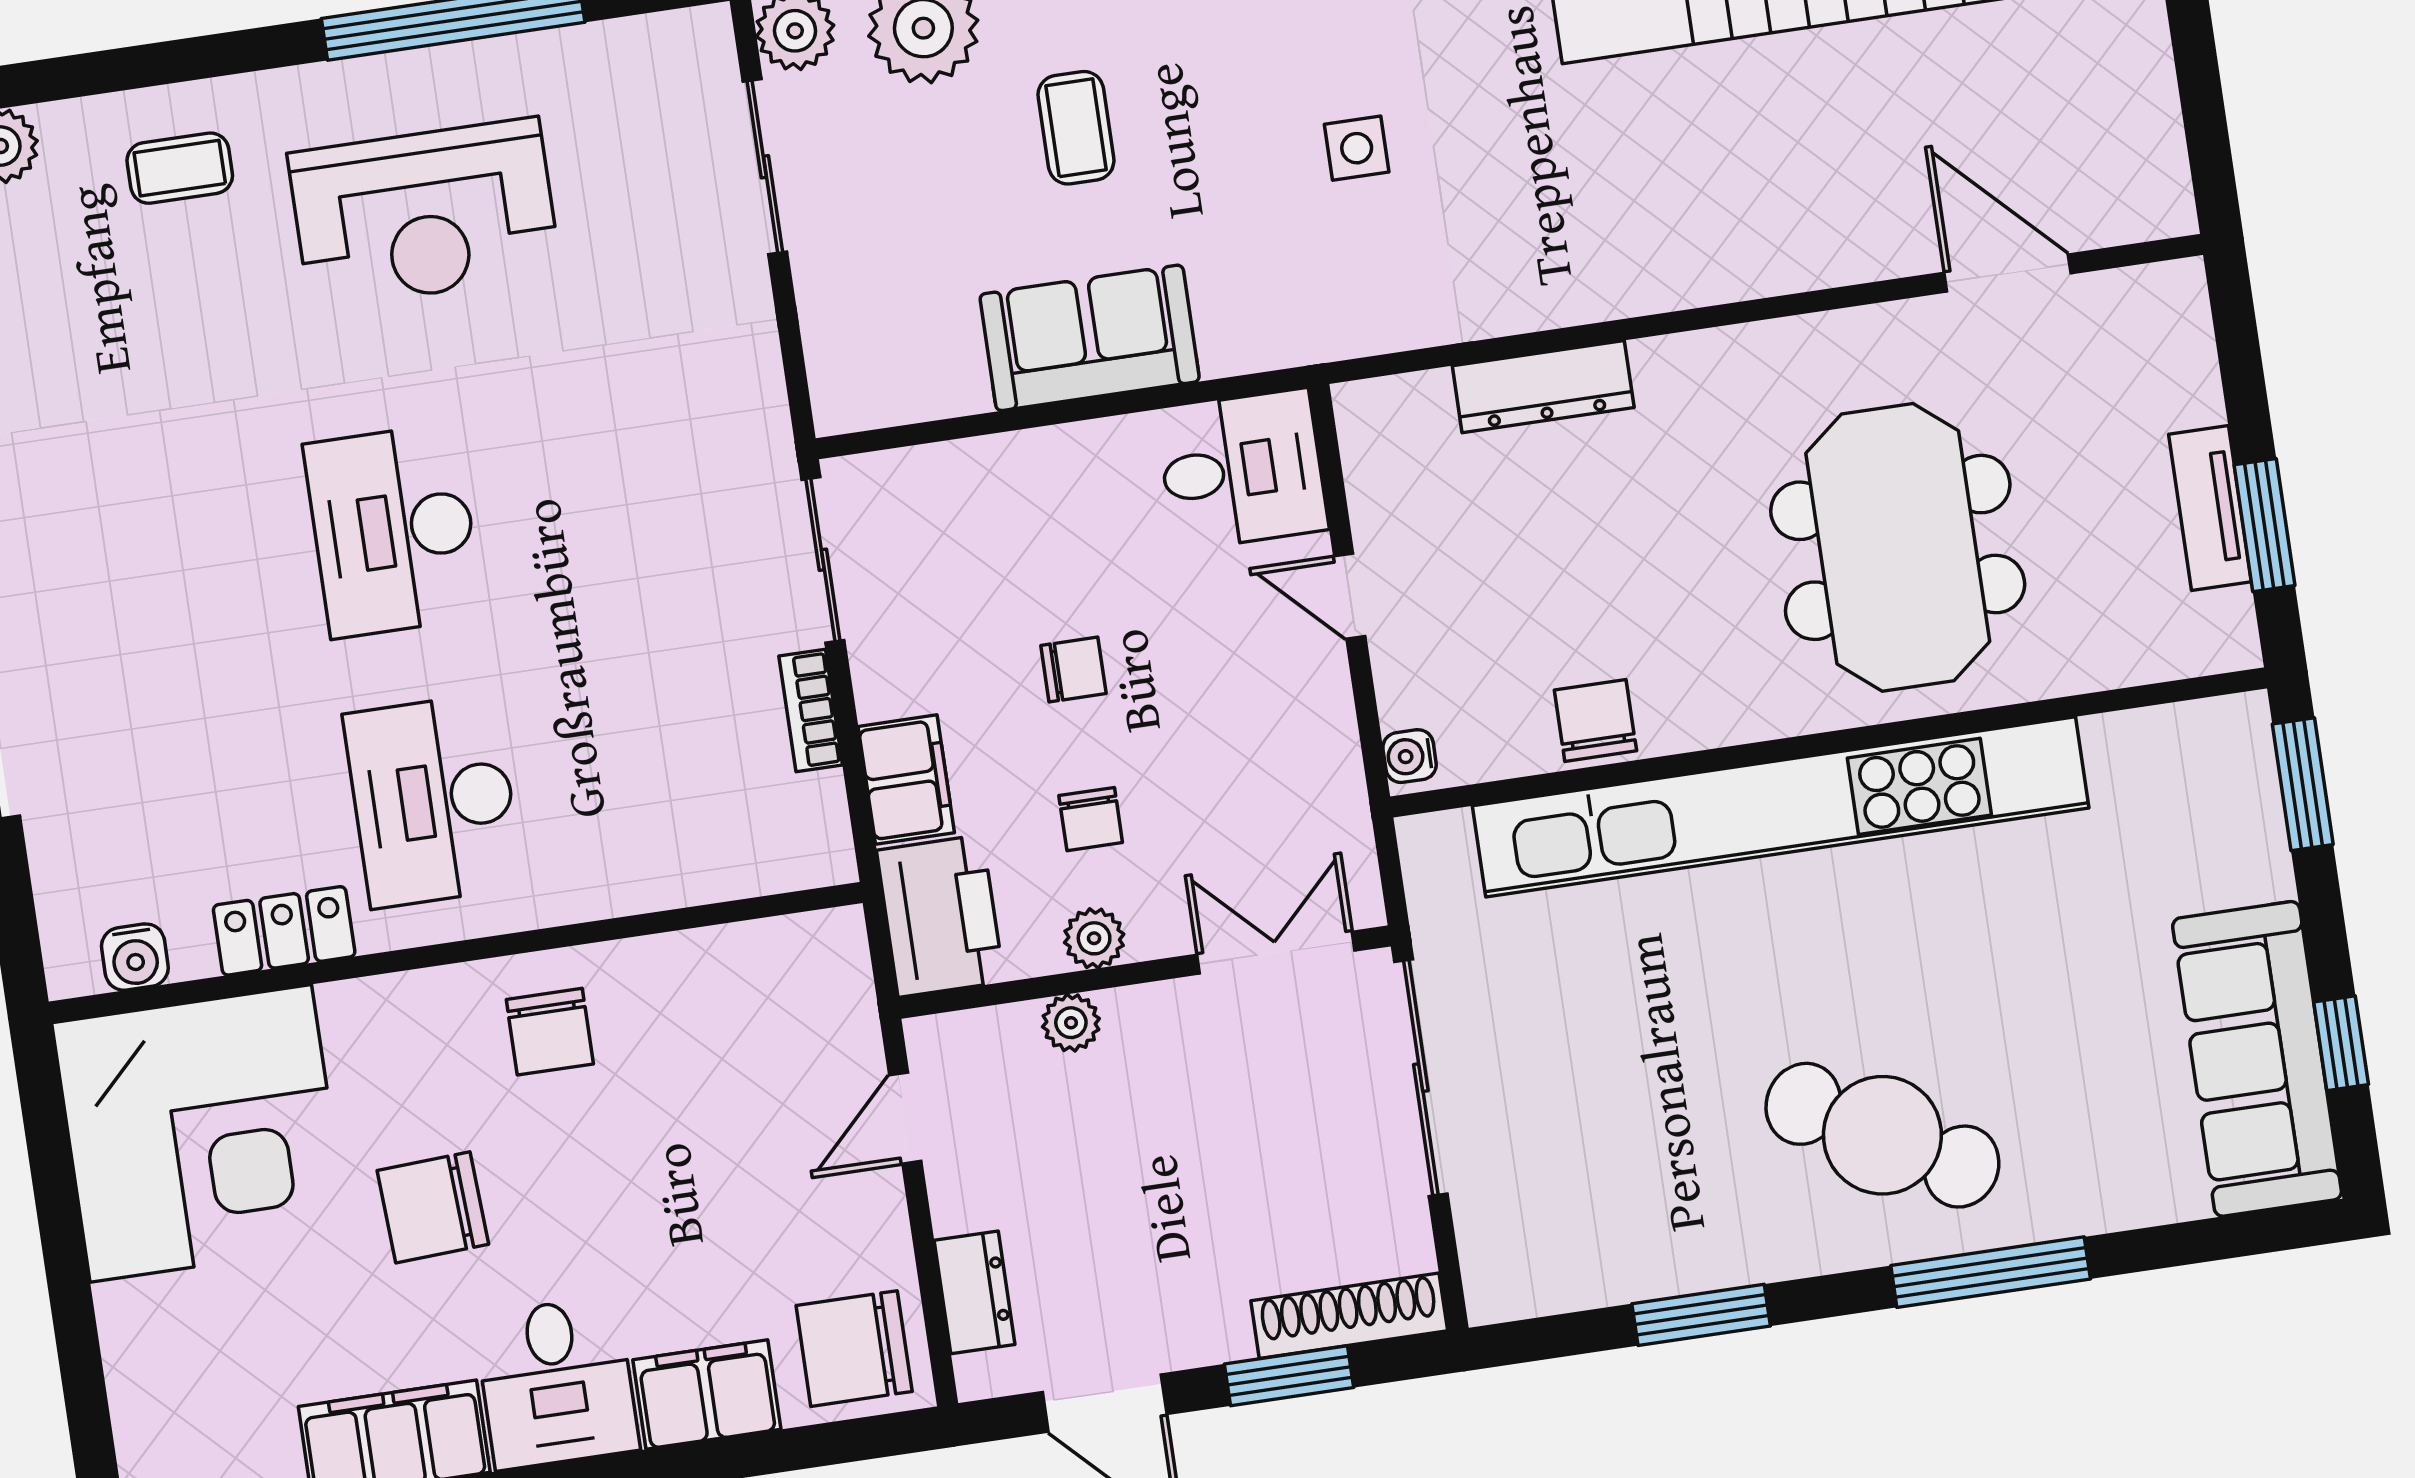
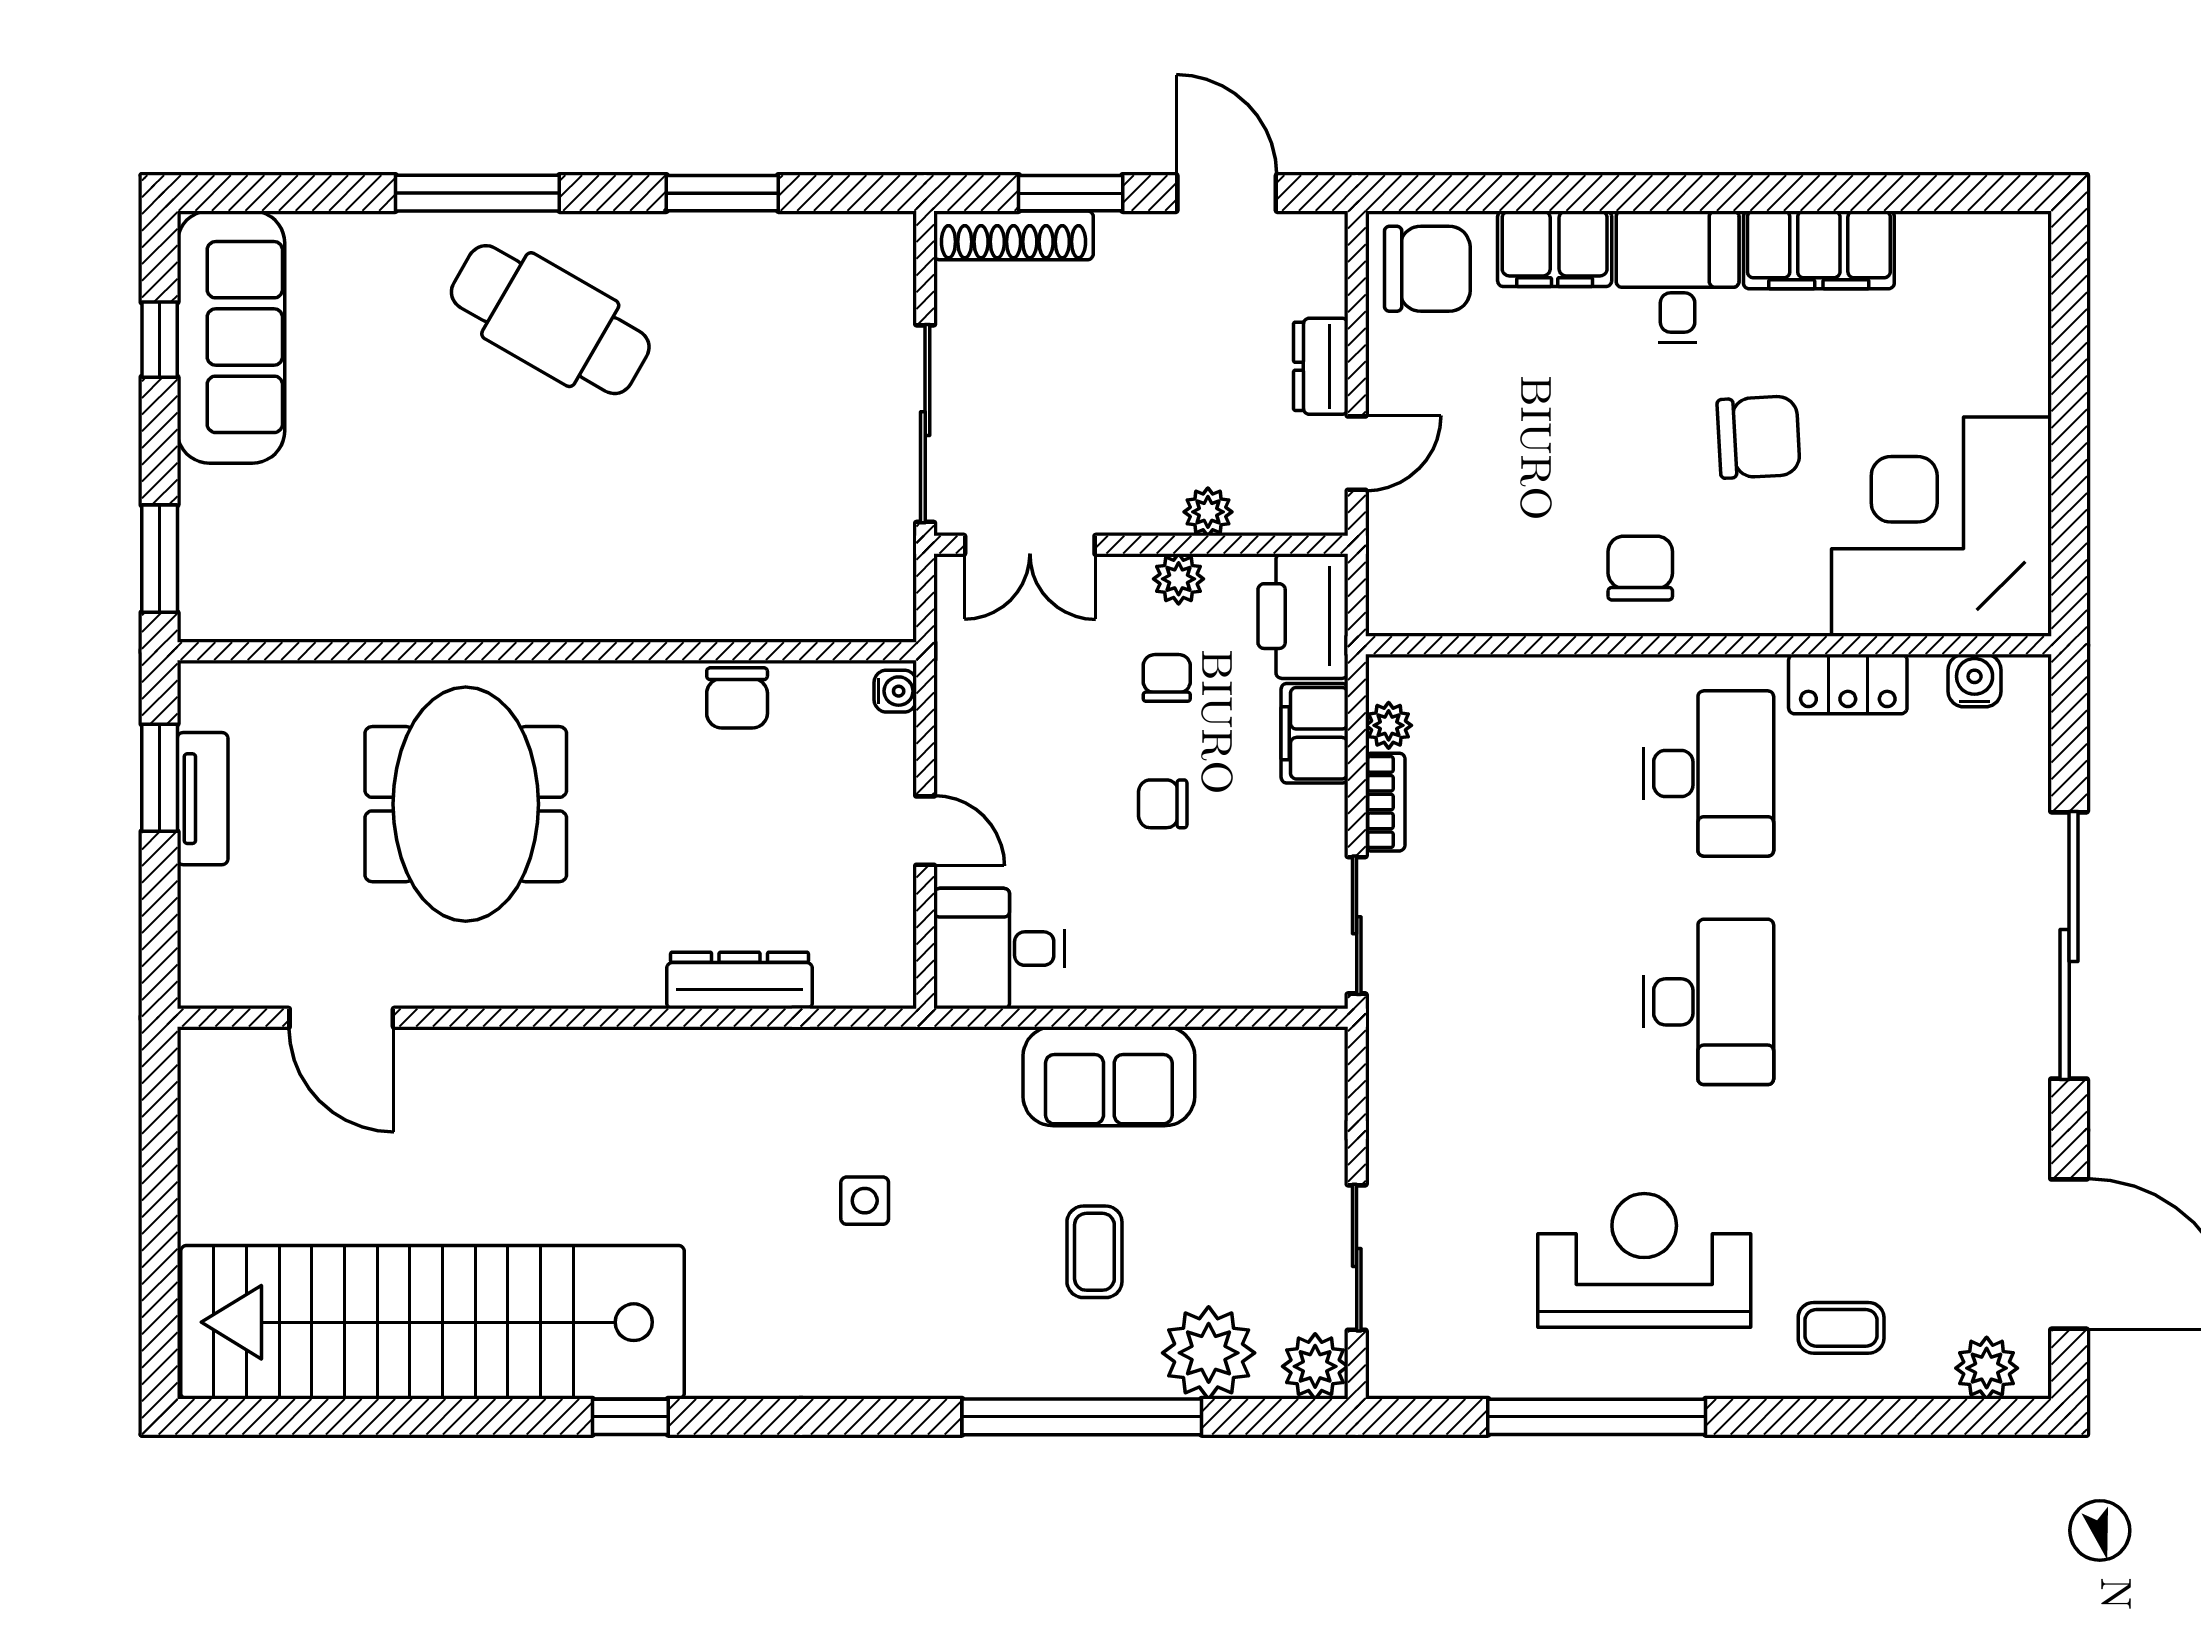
plant: (820, 802) -> (1389, 725), added
kitchen unit: (1781, 807) -> (594, 604), removed
dresser: (974, 1292) -> (1321, 366), moved

